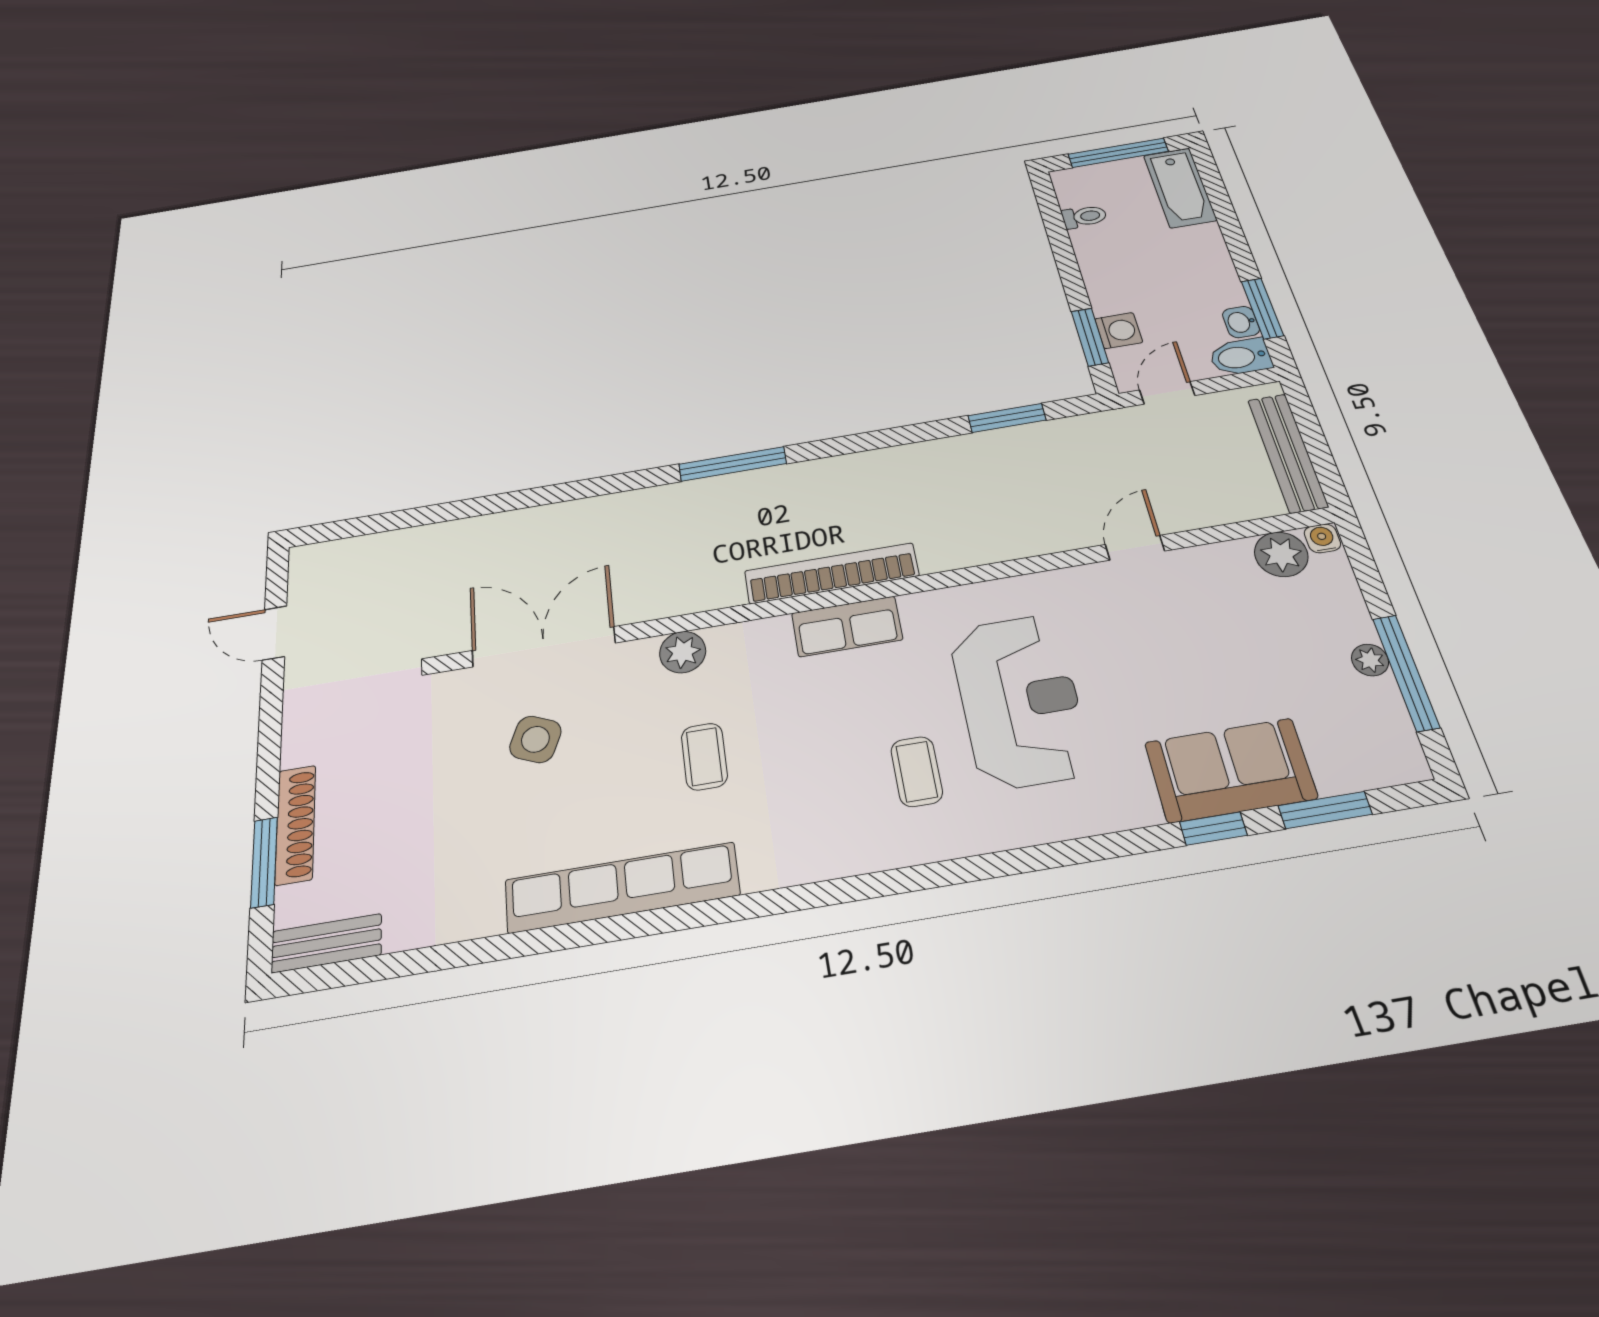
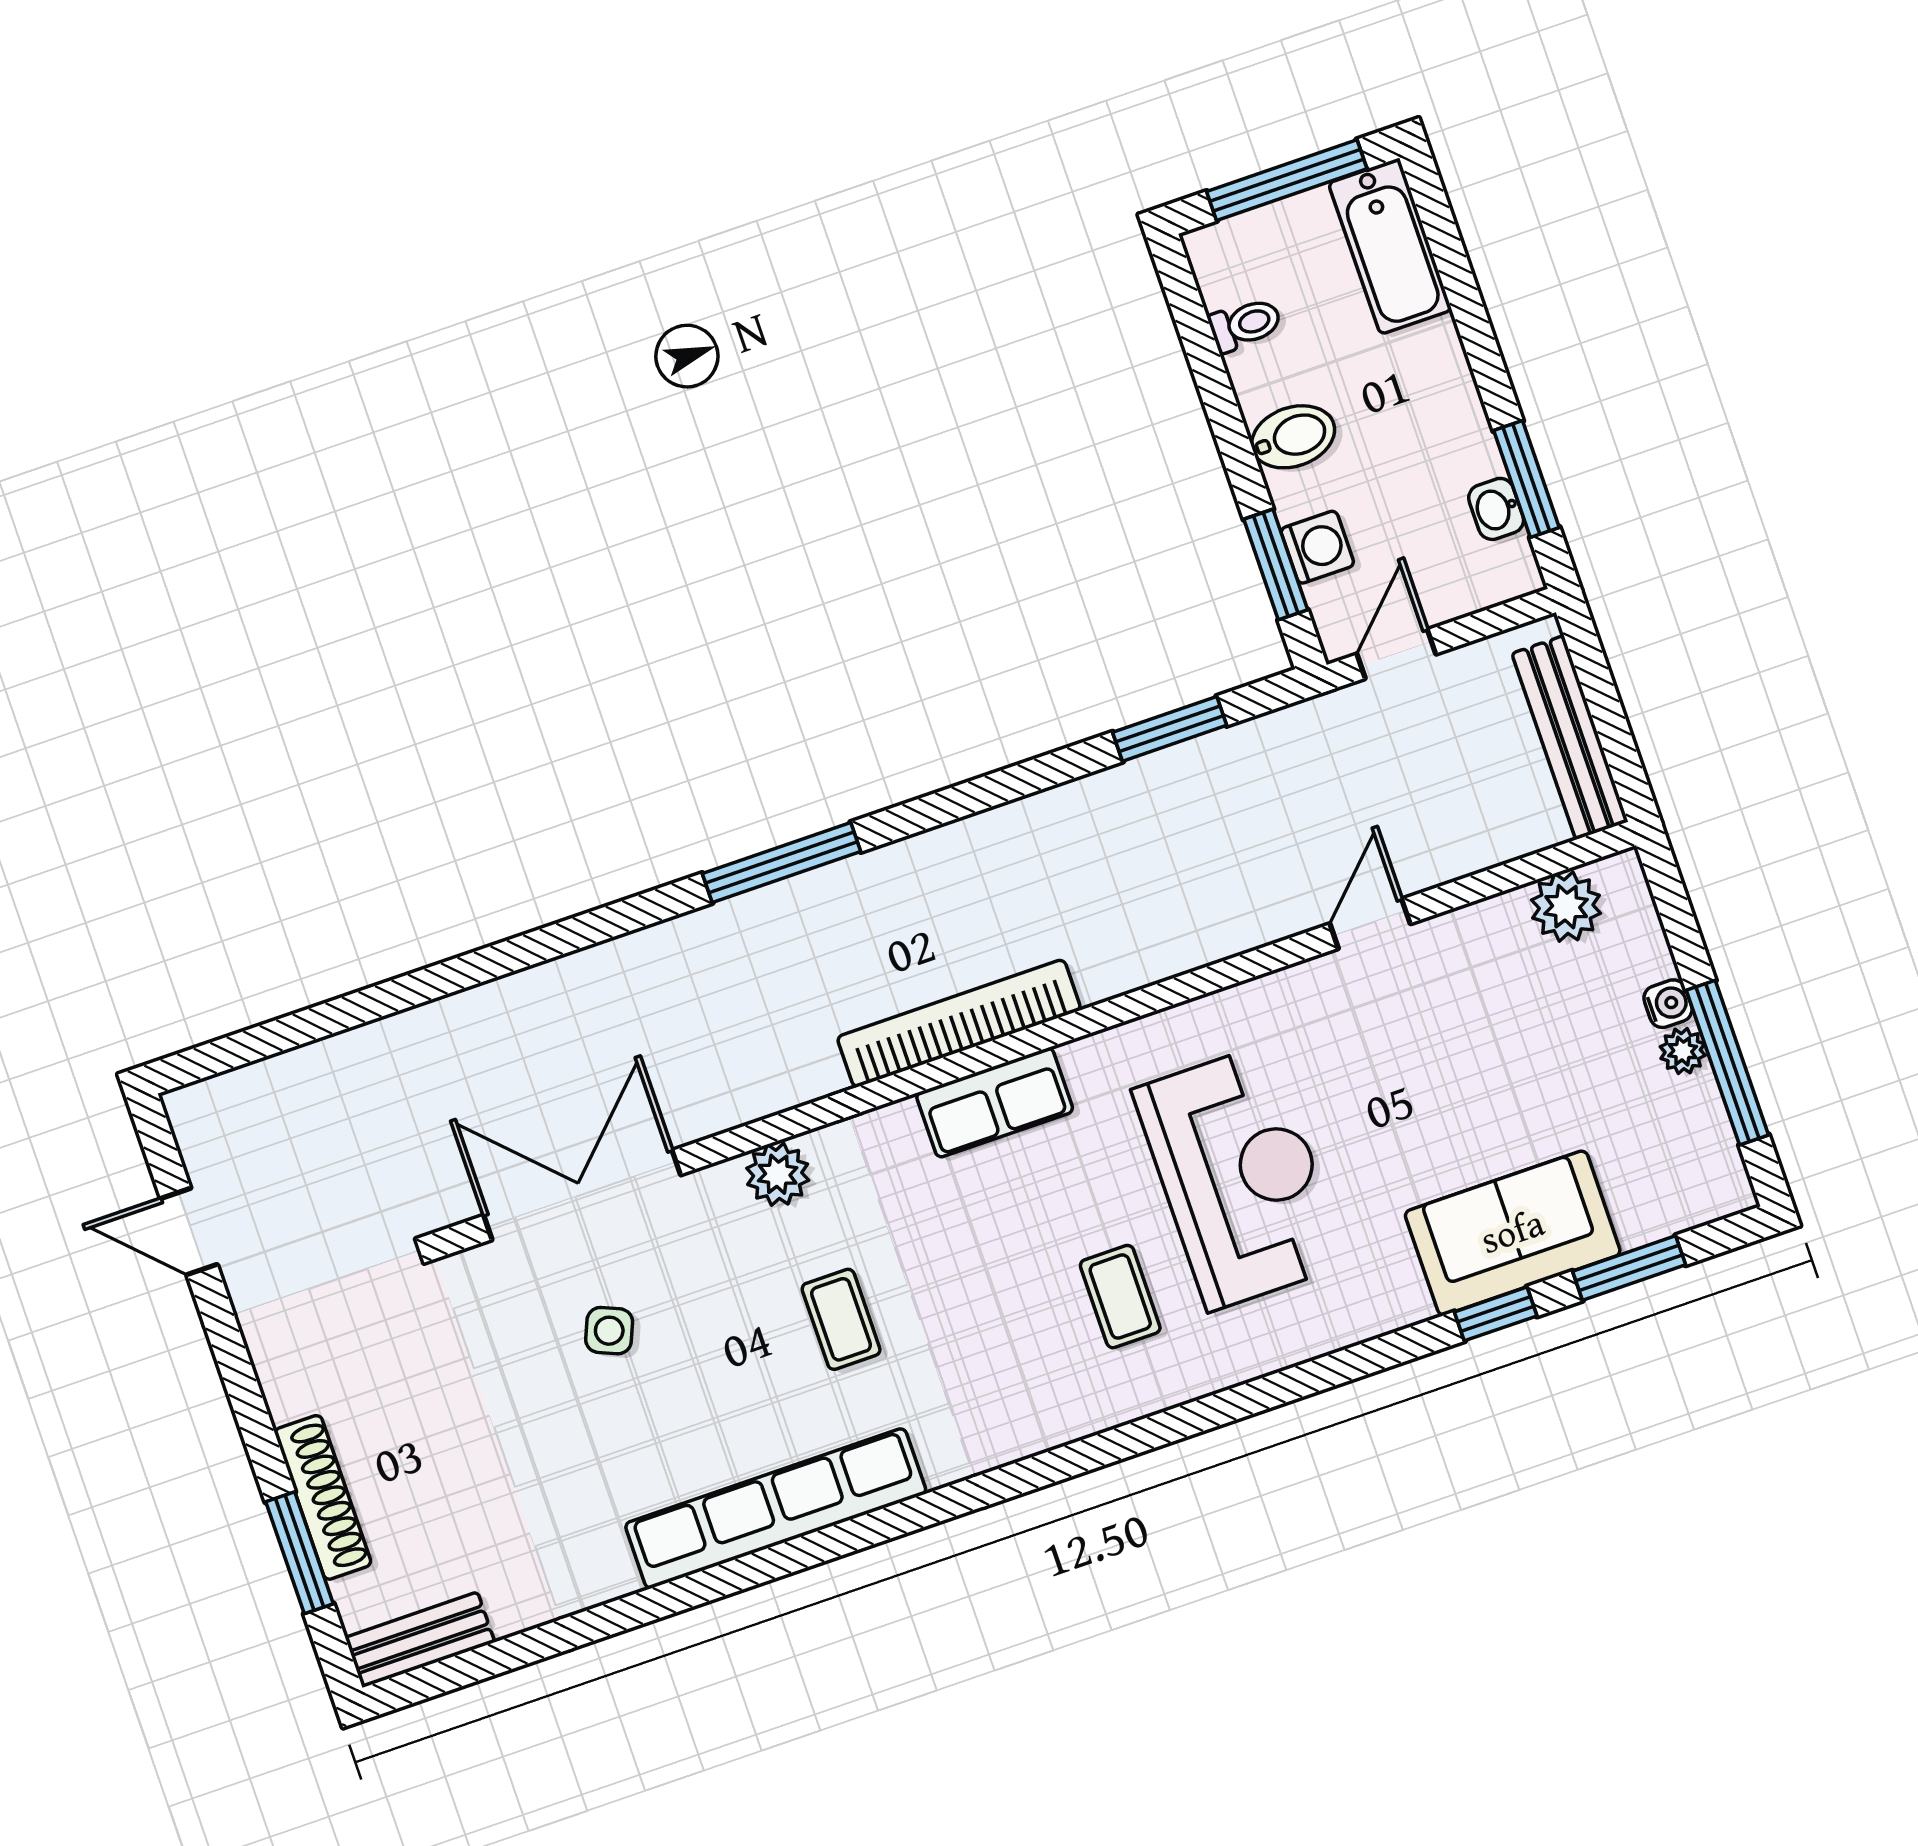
bidet: (1240, 357) -> (1293, 437), moved, turned 180
water cooler: (1322, 538) -> (1668, 1004), moved, turned 90
side table: (535, 739) -> (609, 1331), width x0.73, depth x0.73

